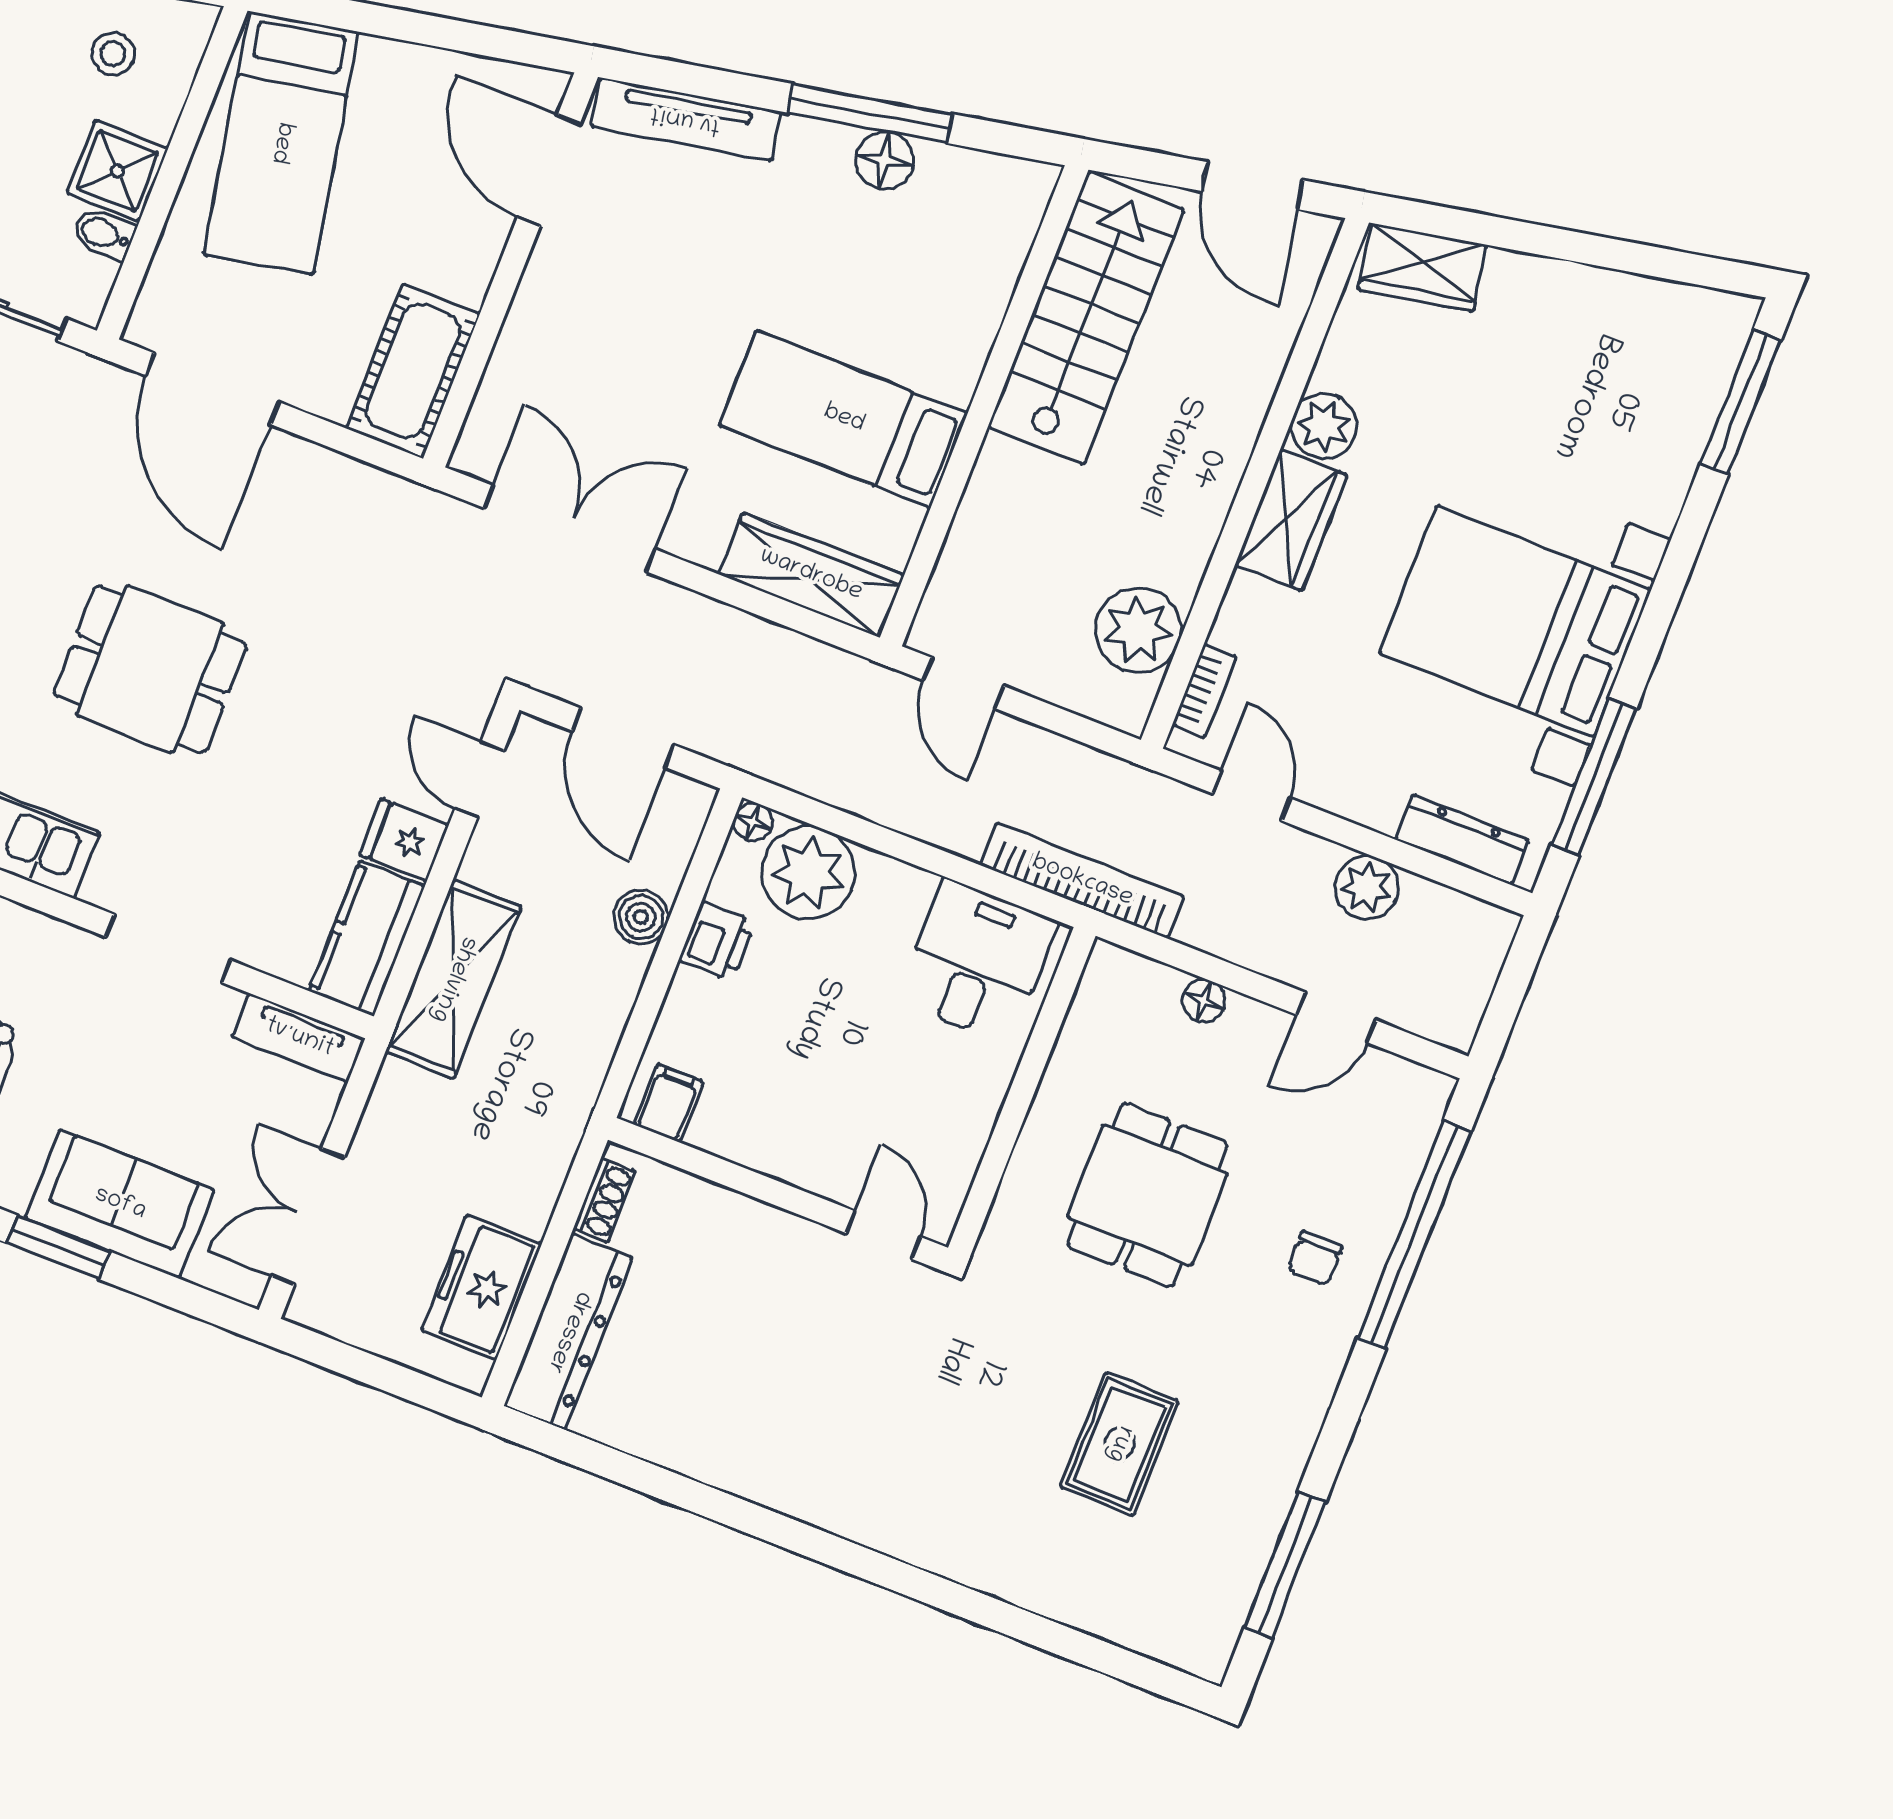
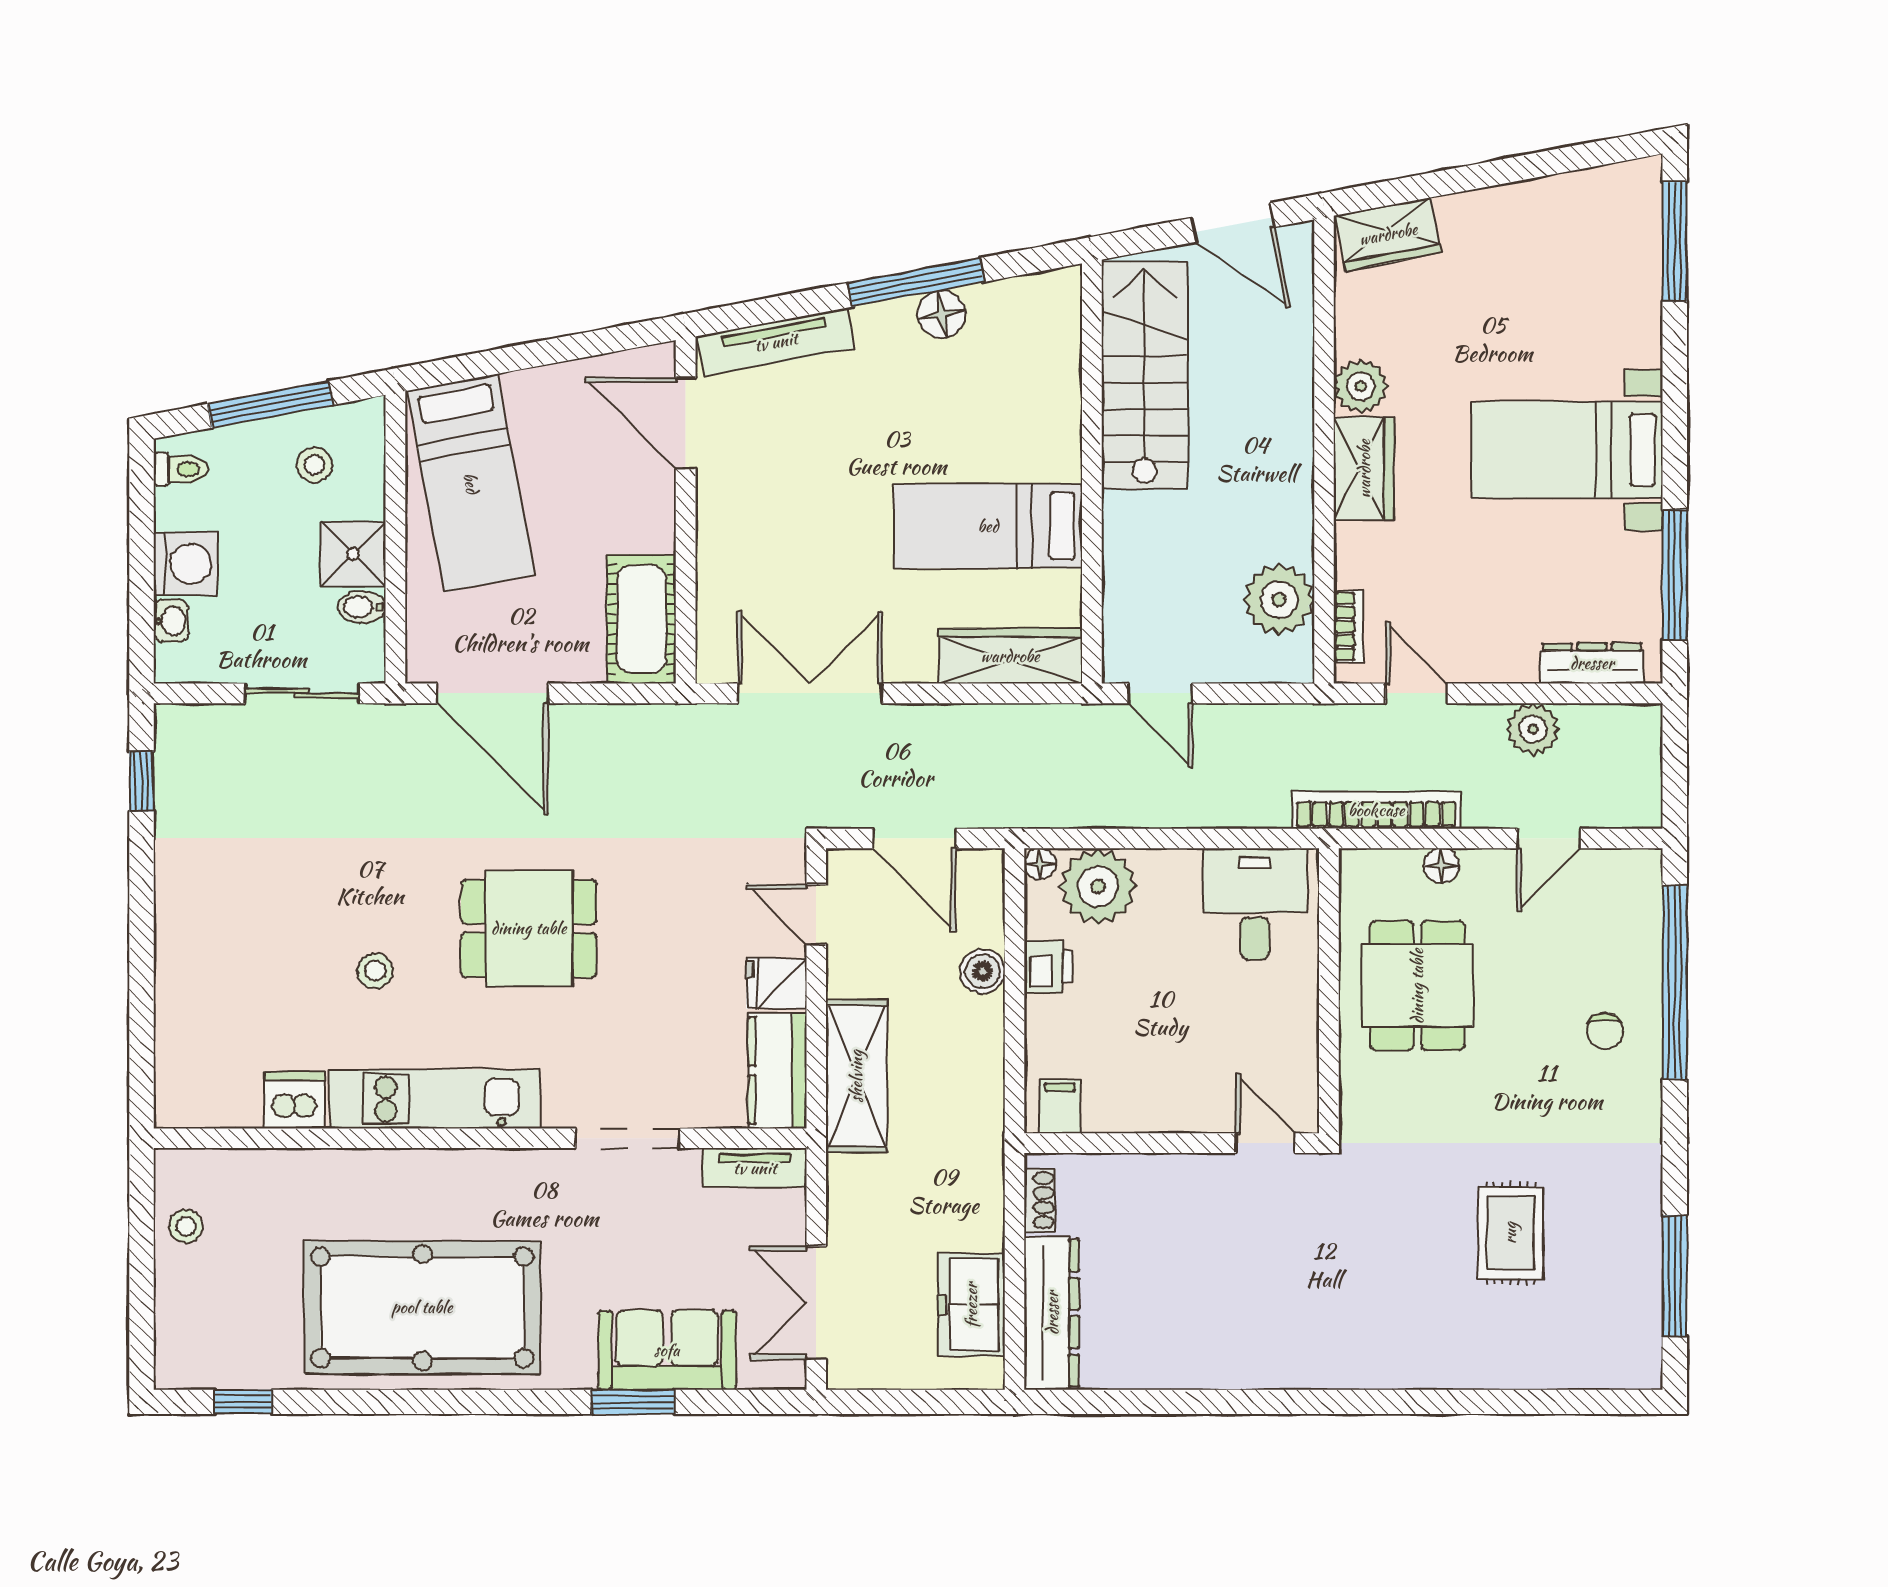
bed with nightstands: (1515, 621) -> (1567, 450), width x0.73
bookcase: (1082, 881) -> (1376, 810), moved
dining table: (1147, 1195) -> (1417, 986), moved

